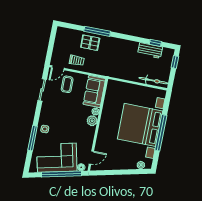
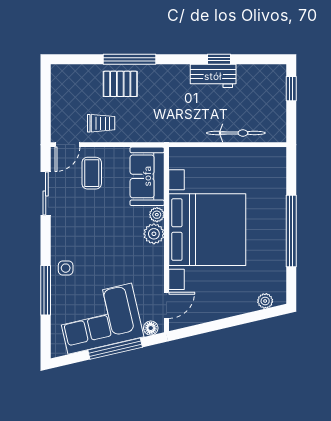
window: (155, 43) -> (219, 59), moved
workbench: (150, 50) -> (213, 76), moved
bicycle: (153, 81) -> (236, 133), moved
bed with nightstands: (140, 125) -> (207, 230), moved, turned 180
window: (61, 174) -> (115, 349), width x0.68

